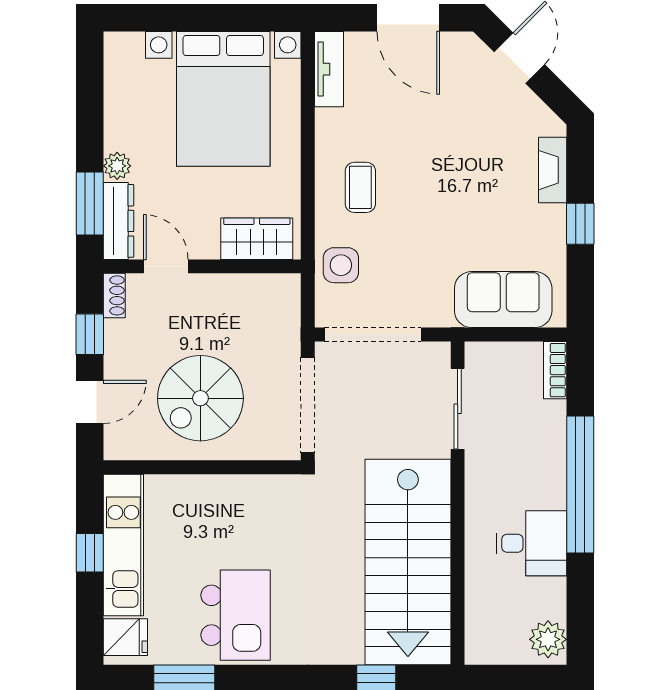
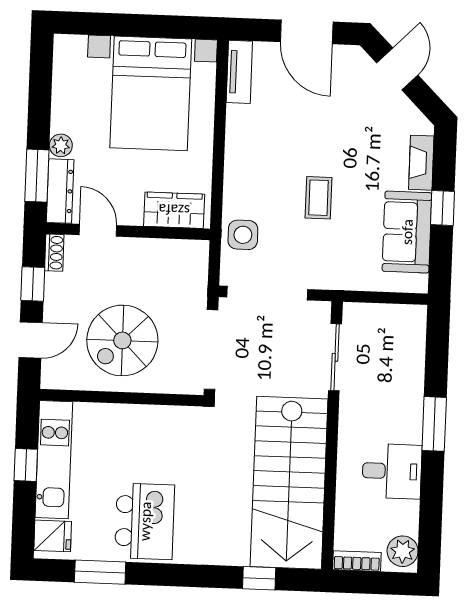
coffee table: (360, 187) -> (318, 198), moved
sofa: (503, 300) -> (407, 232), moved, turned -90
bookcase: (555, 370) -> (357, 561), moved, turned 90
window: (580, 484) -> (434, 424), width x0.47

